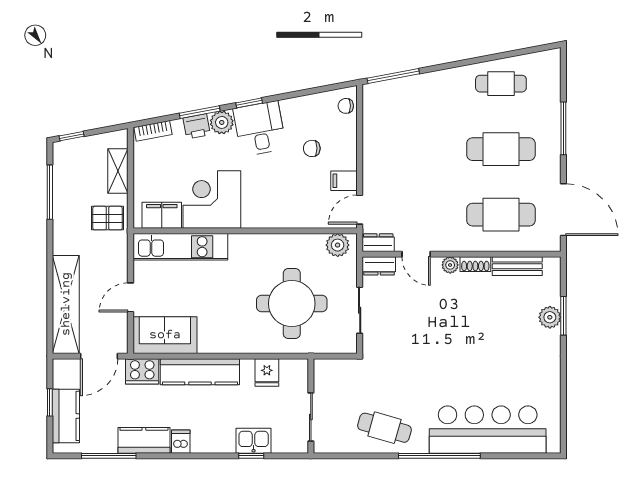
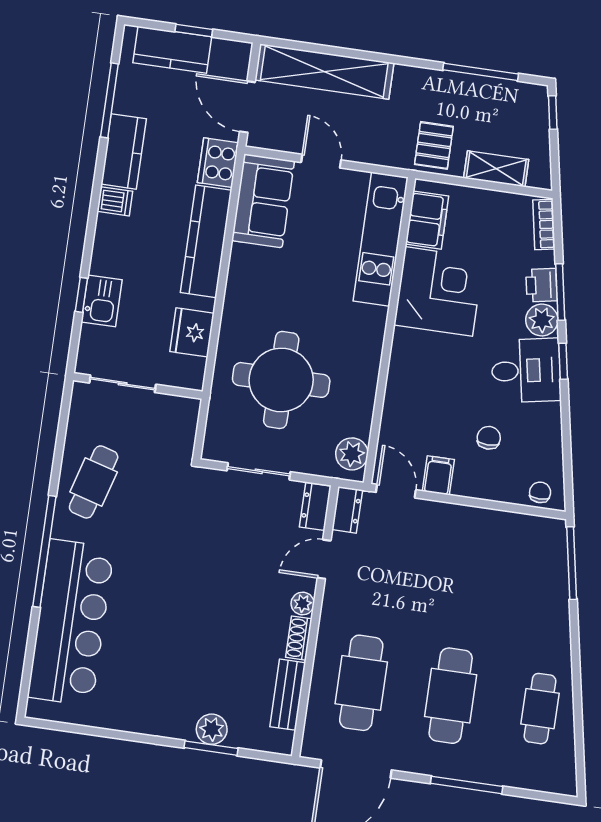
fridge: (267, 373) -> (192, 332), width x1.38

